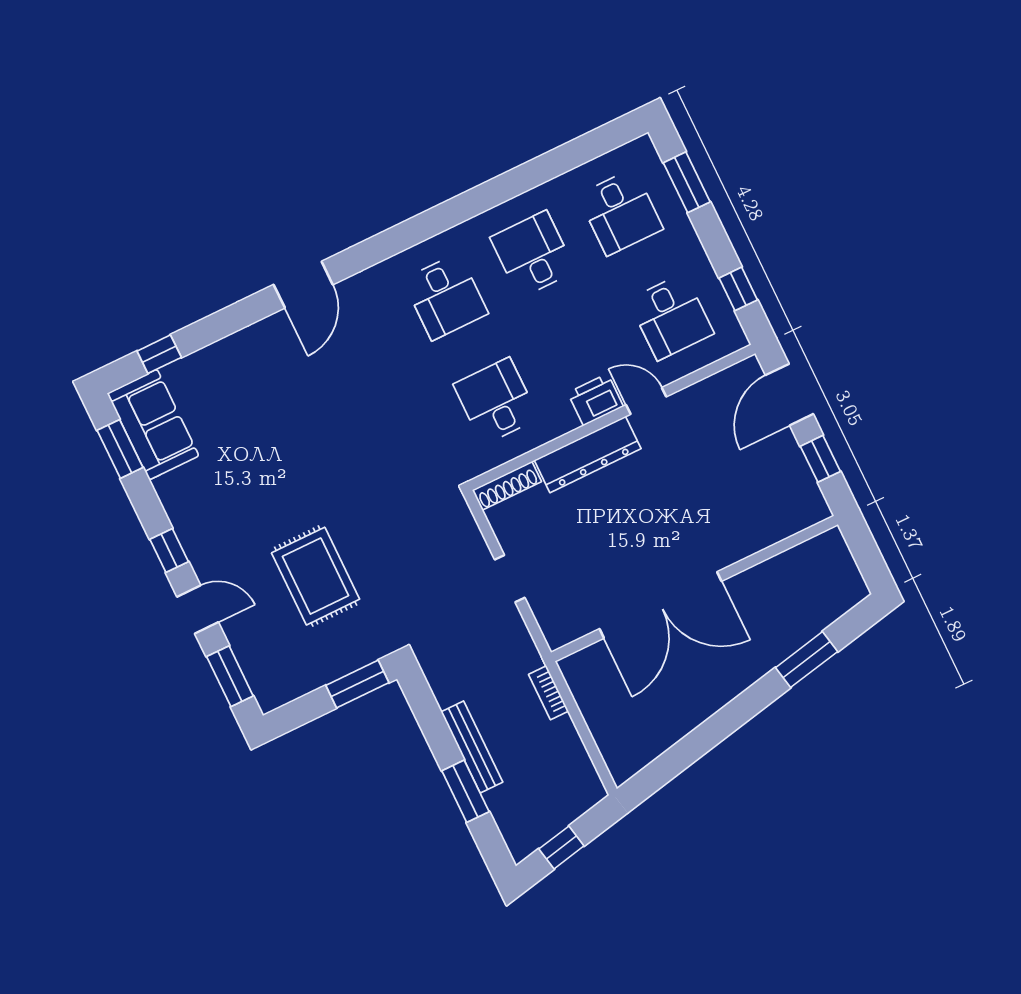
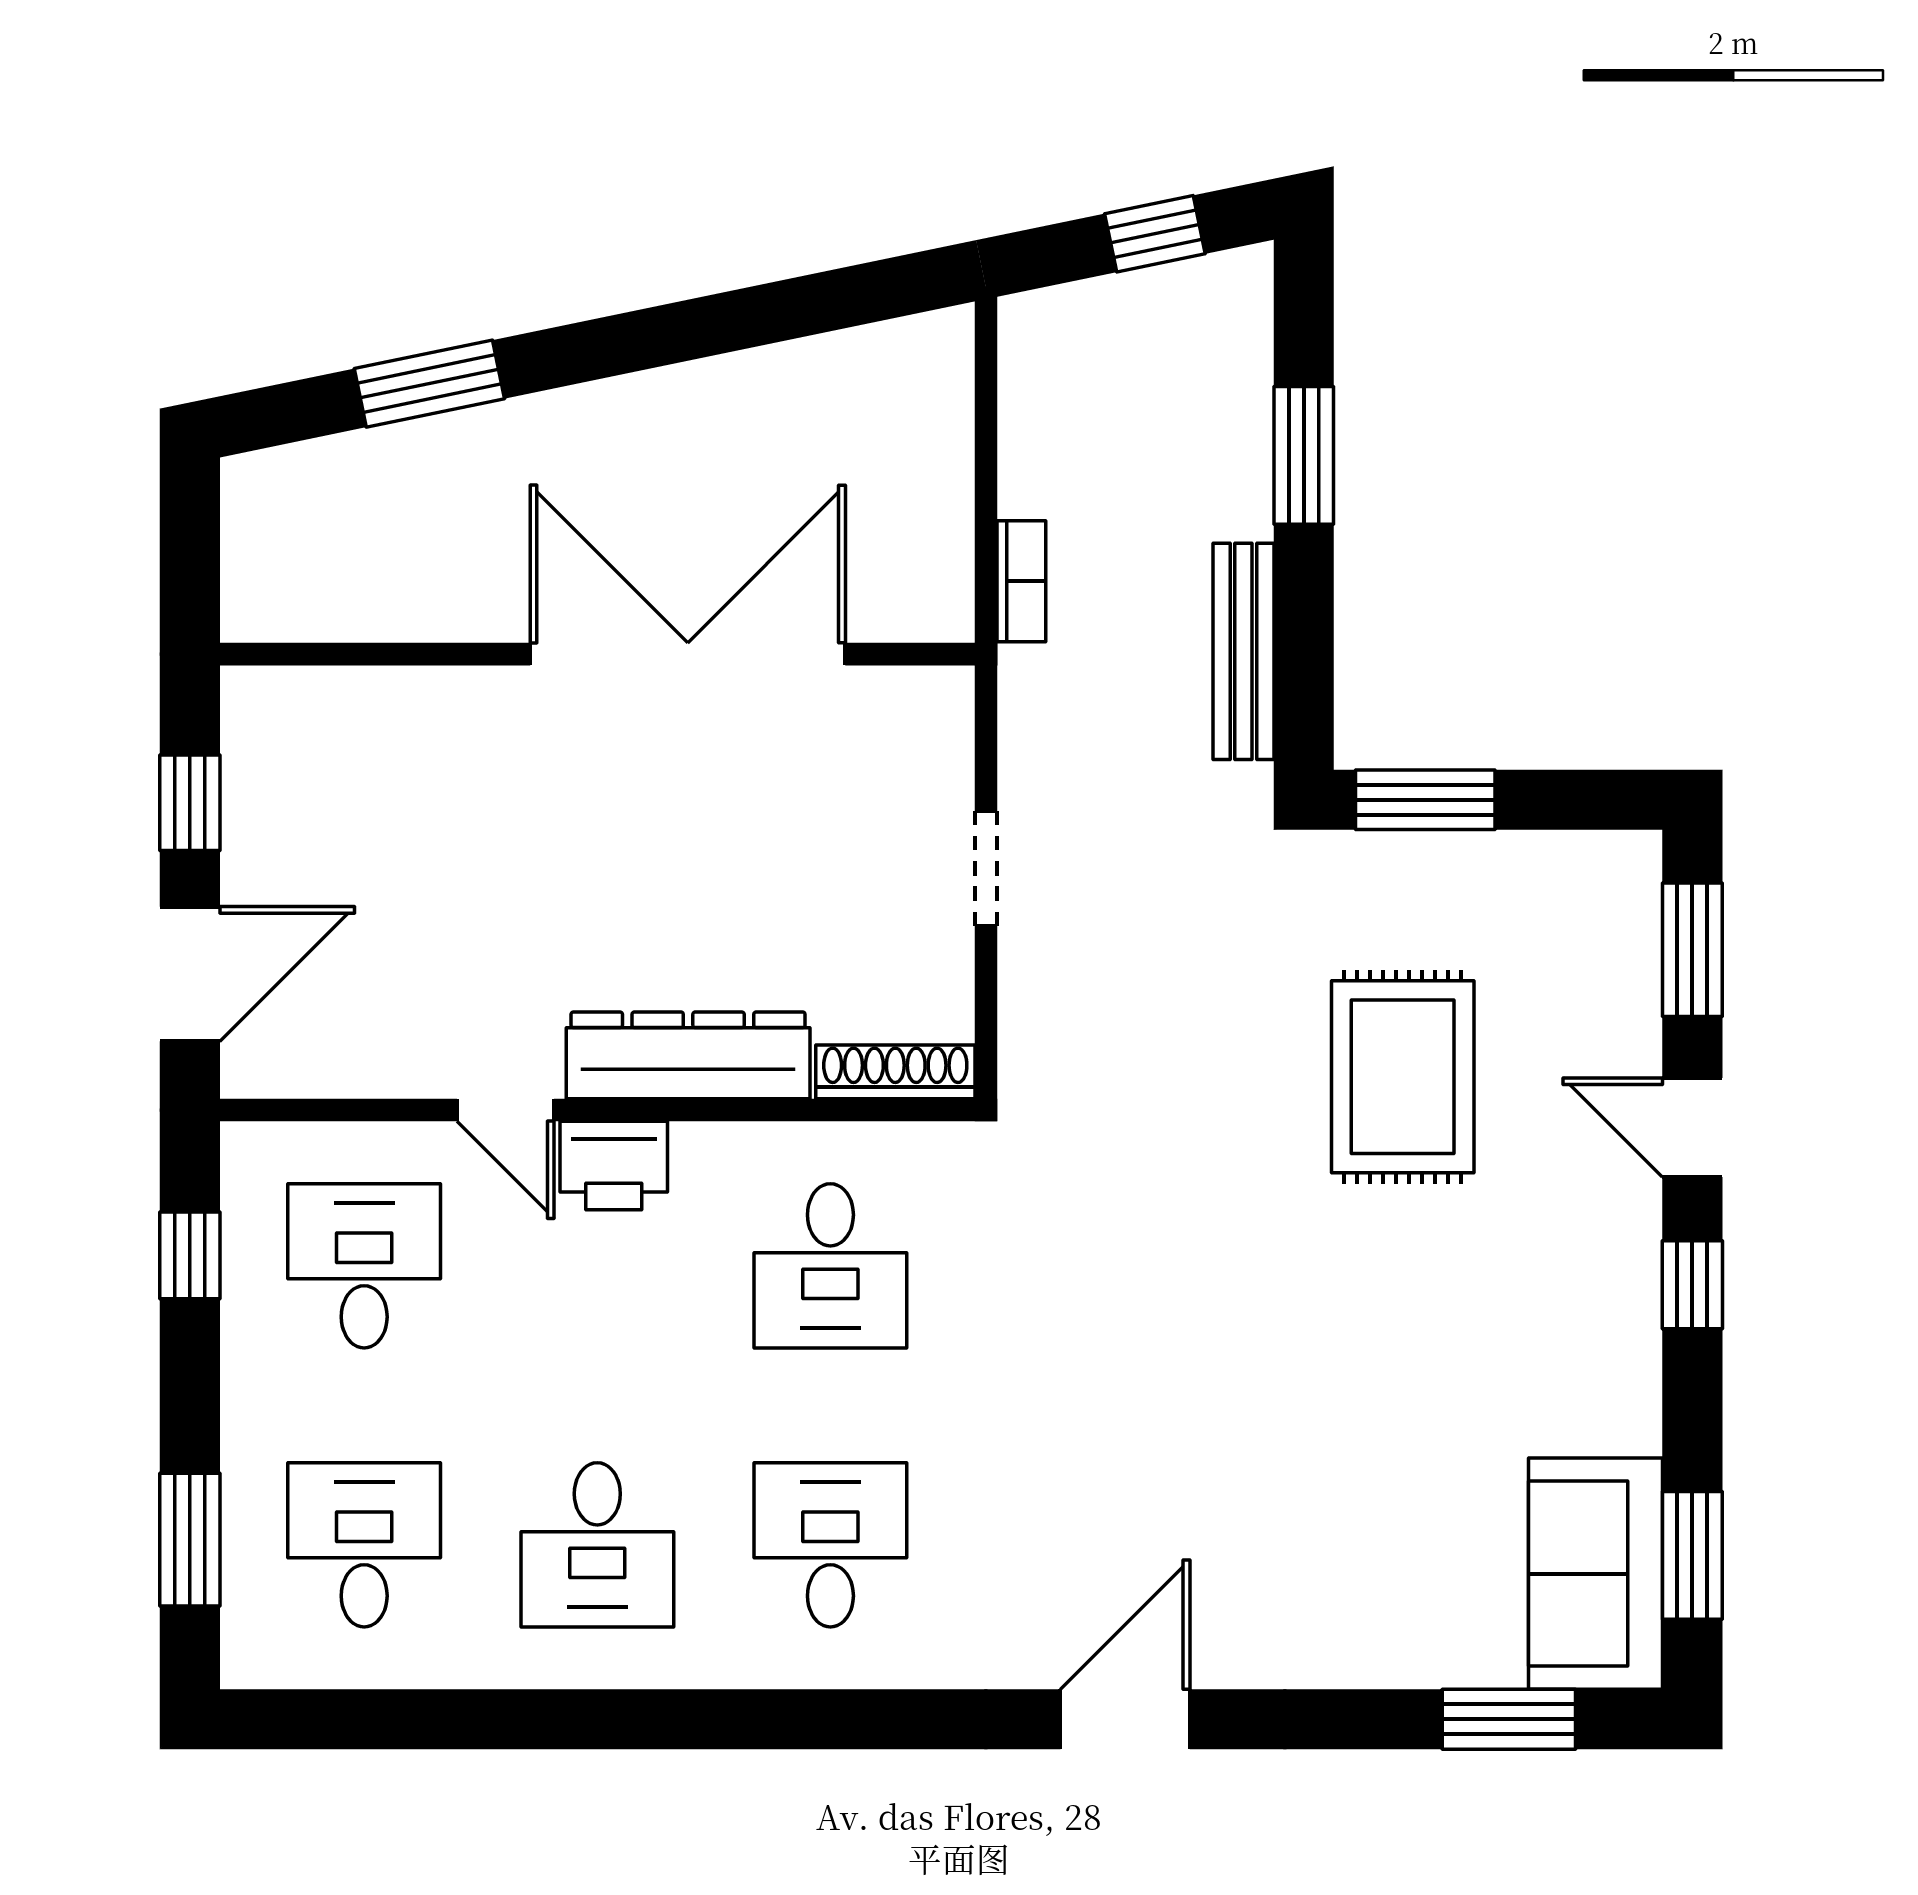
window: (159, 354) -> (1509, 1719), width x1.50
bench: (472, 747) -> (1243, 651), moved

